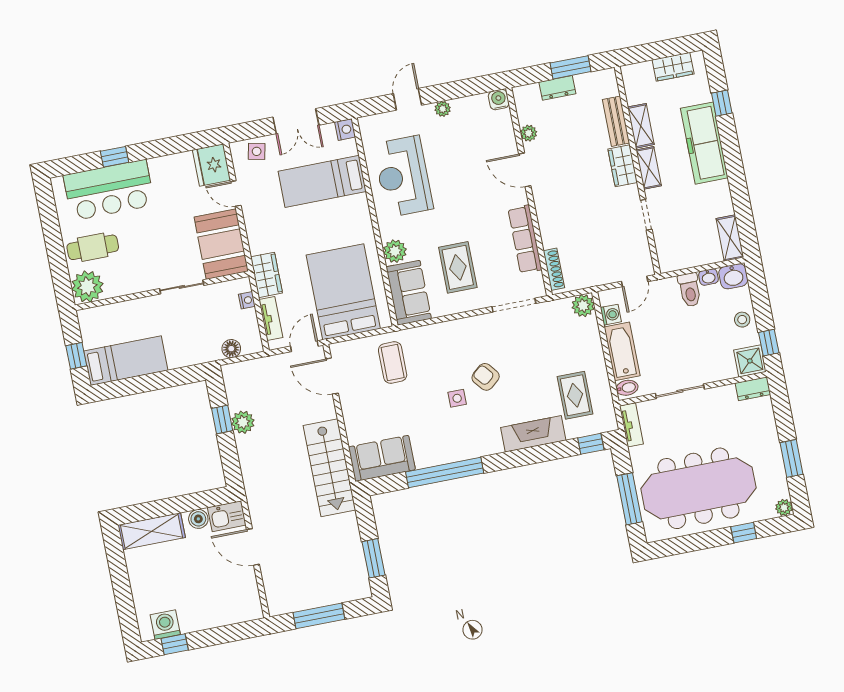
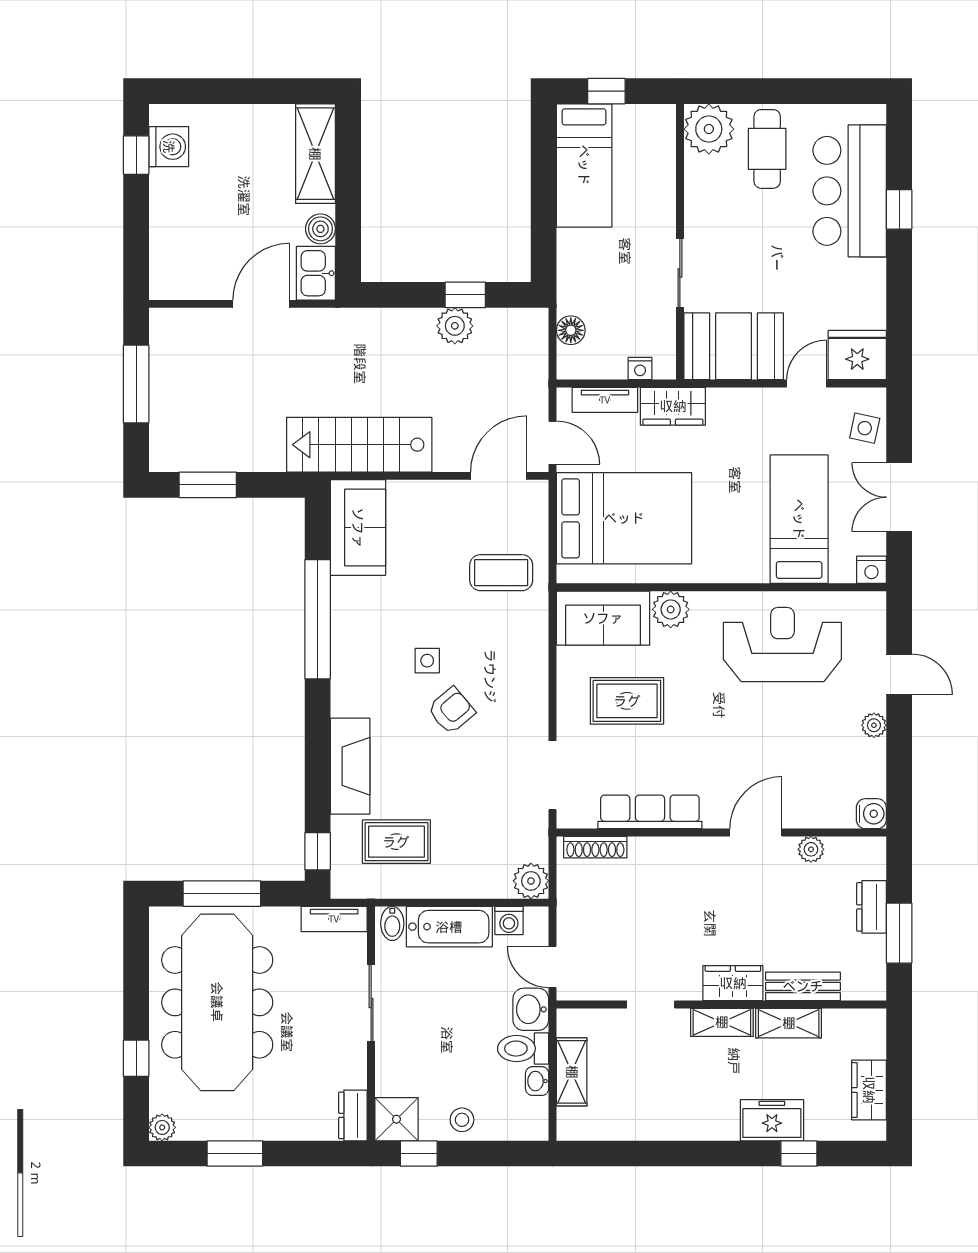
freezer: (704, 143) -> (772, 1120), width x0.52, depth x0.79
shelving: (730, 238) -> (572, 1072), moved, turned 90
washbasin: (733, 276) -> (531, 1009), moved

